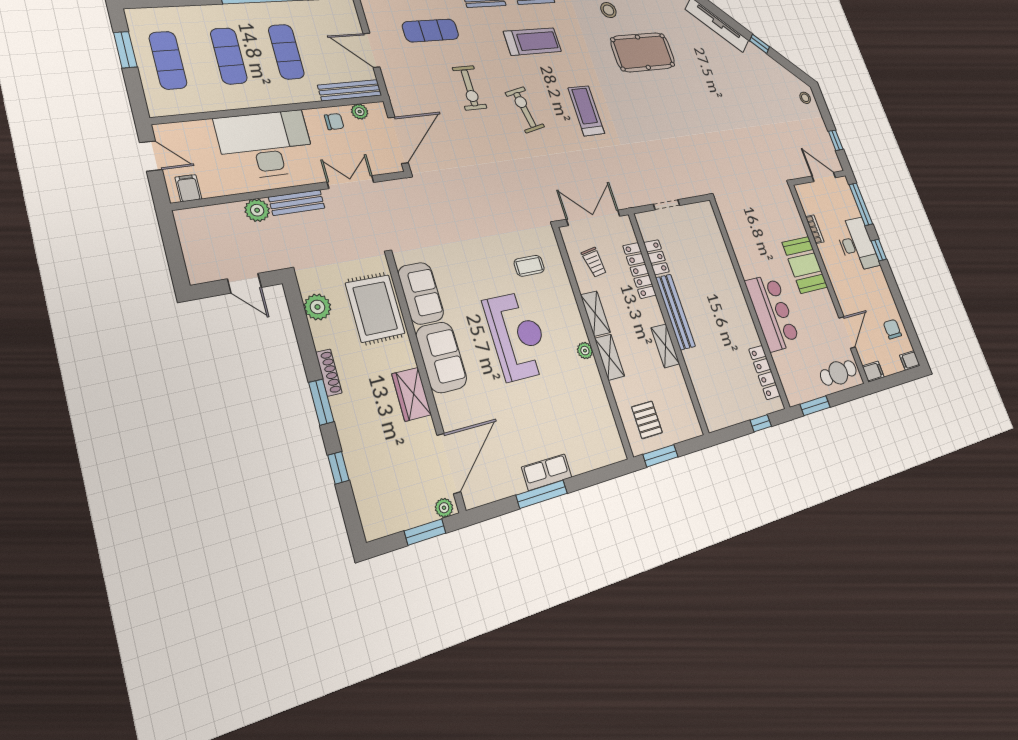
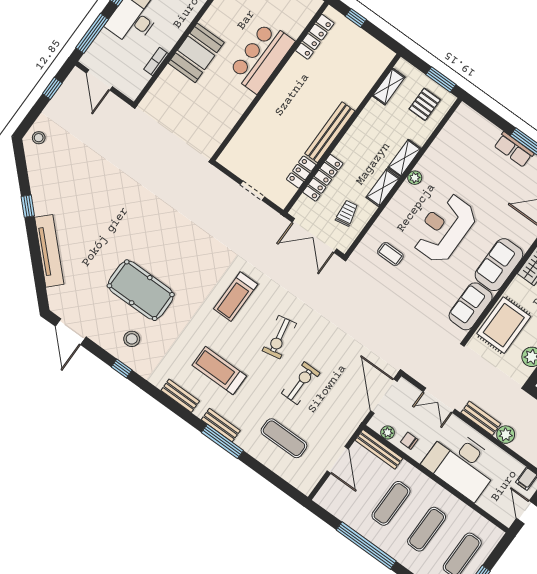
door: (398, 140) -> (384, 396), hinge flipped
shelving: (665, 346) -> (389, 86), moved

